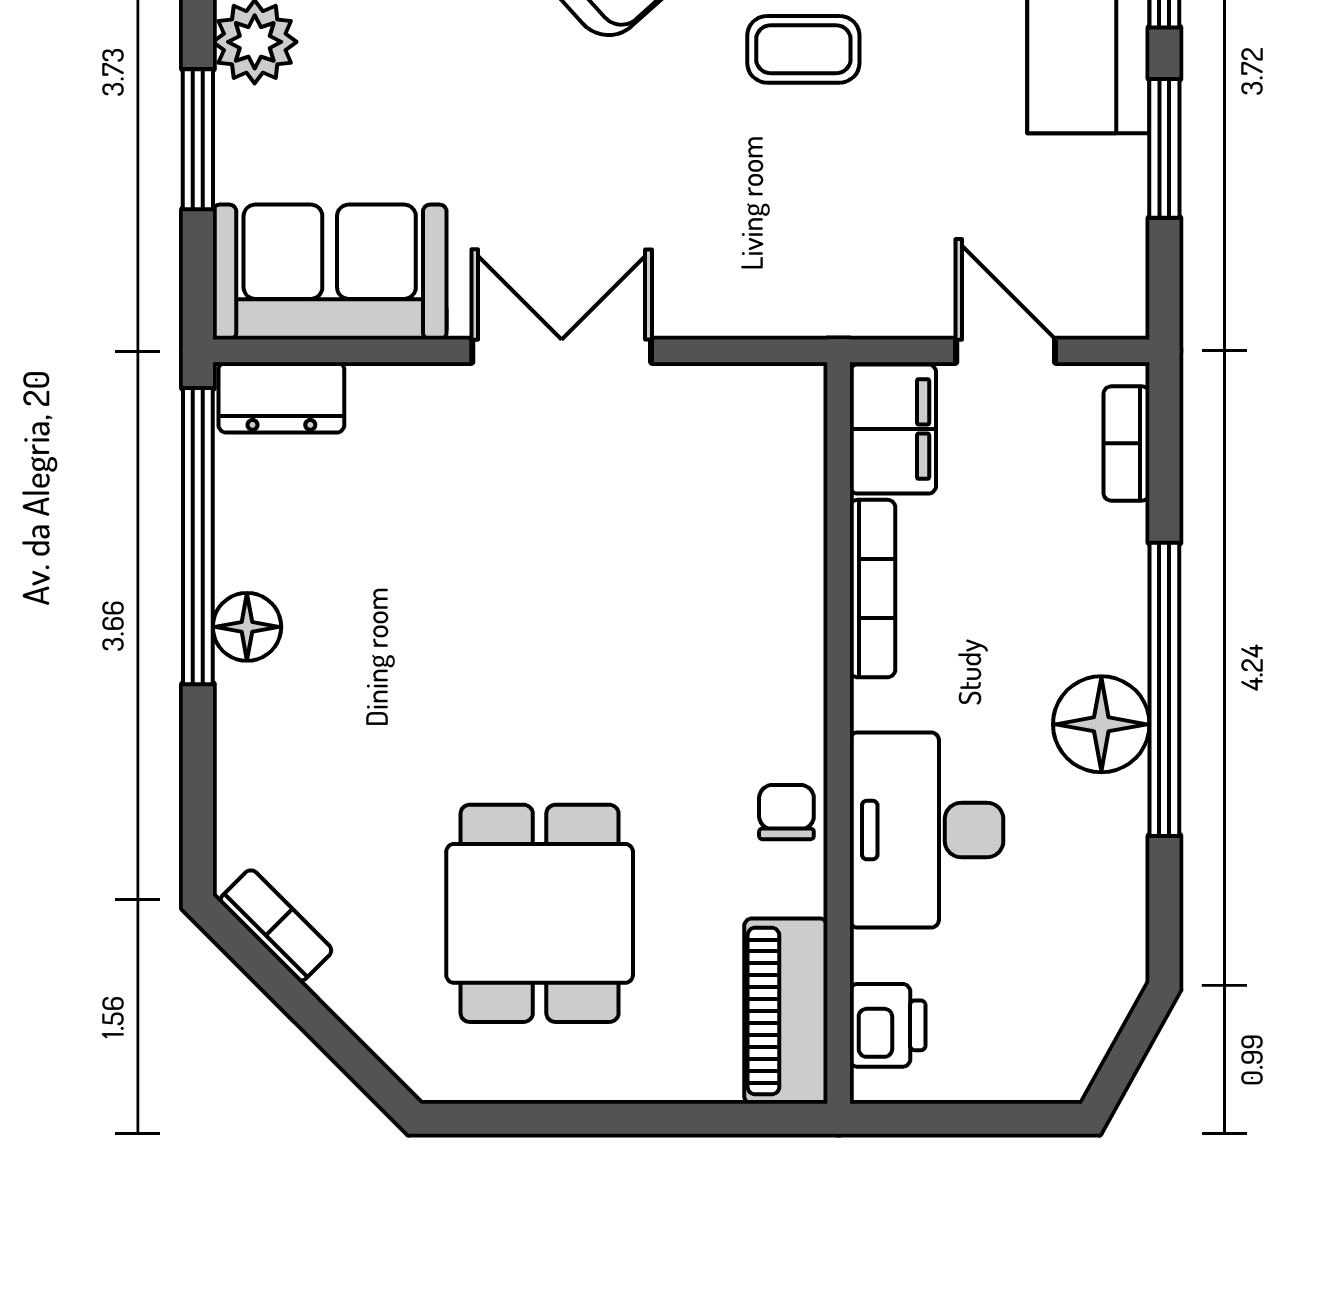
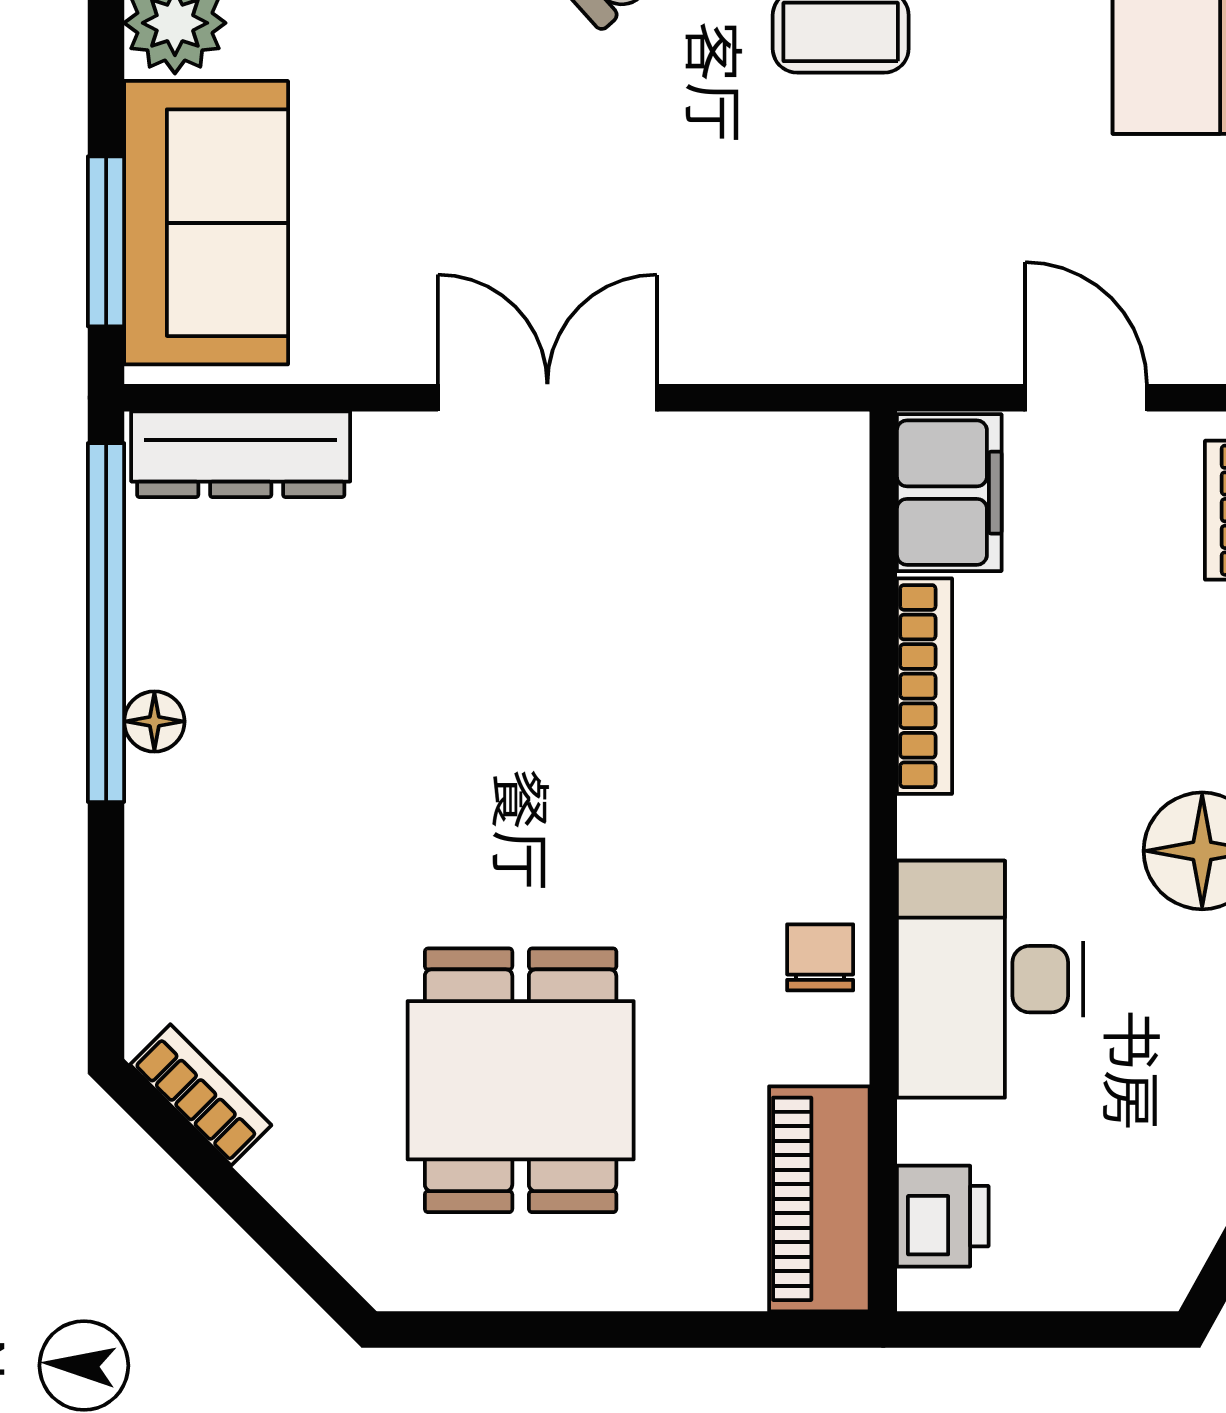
window: (198, 139) -> (106, 241), moved
sofa: (330, 272) -> (206, 223), moved, turned 90
dresser: (281, 397) -> (241, 454), width x1.44
floor lamp: (247, 627) -> (154, 721), width x0.73, depth x0.73

